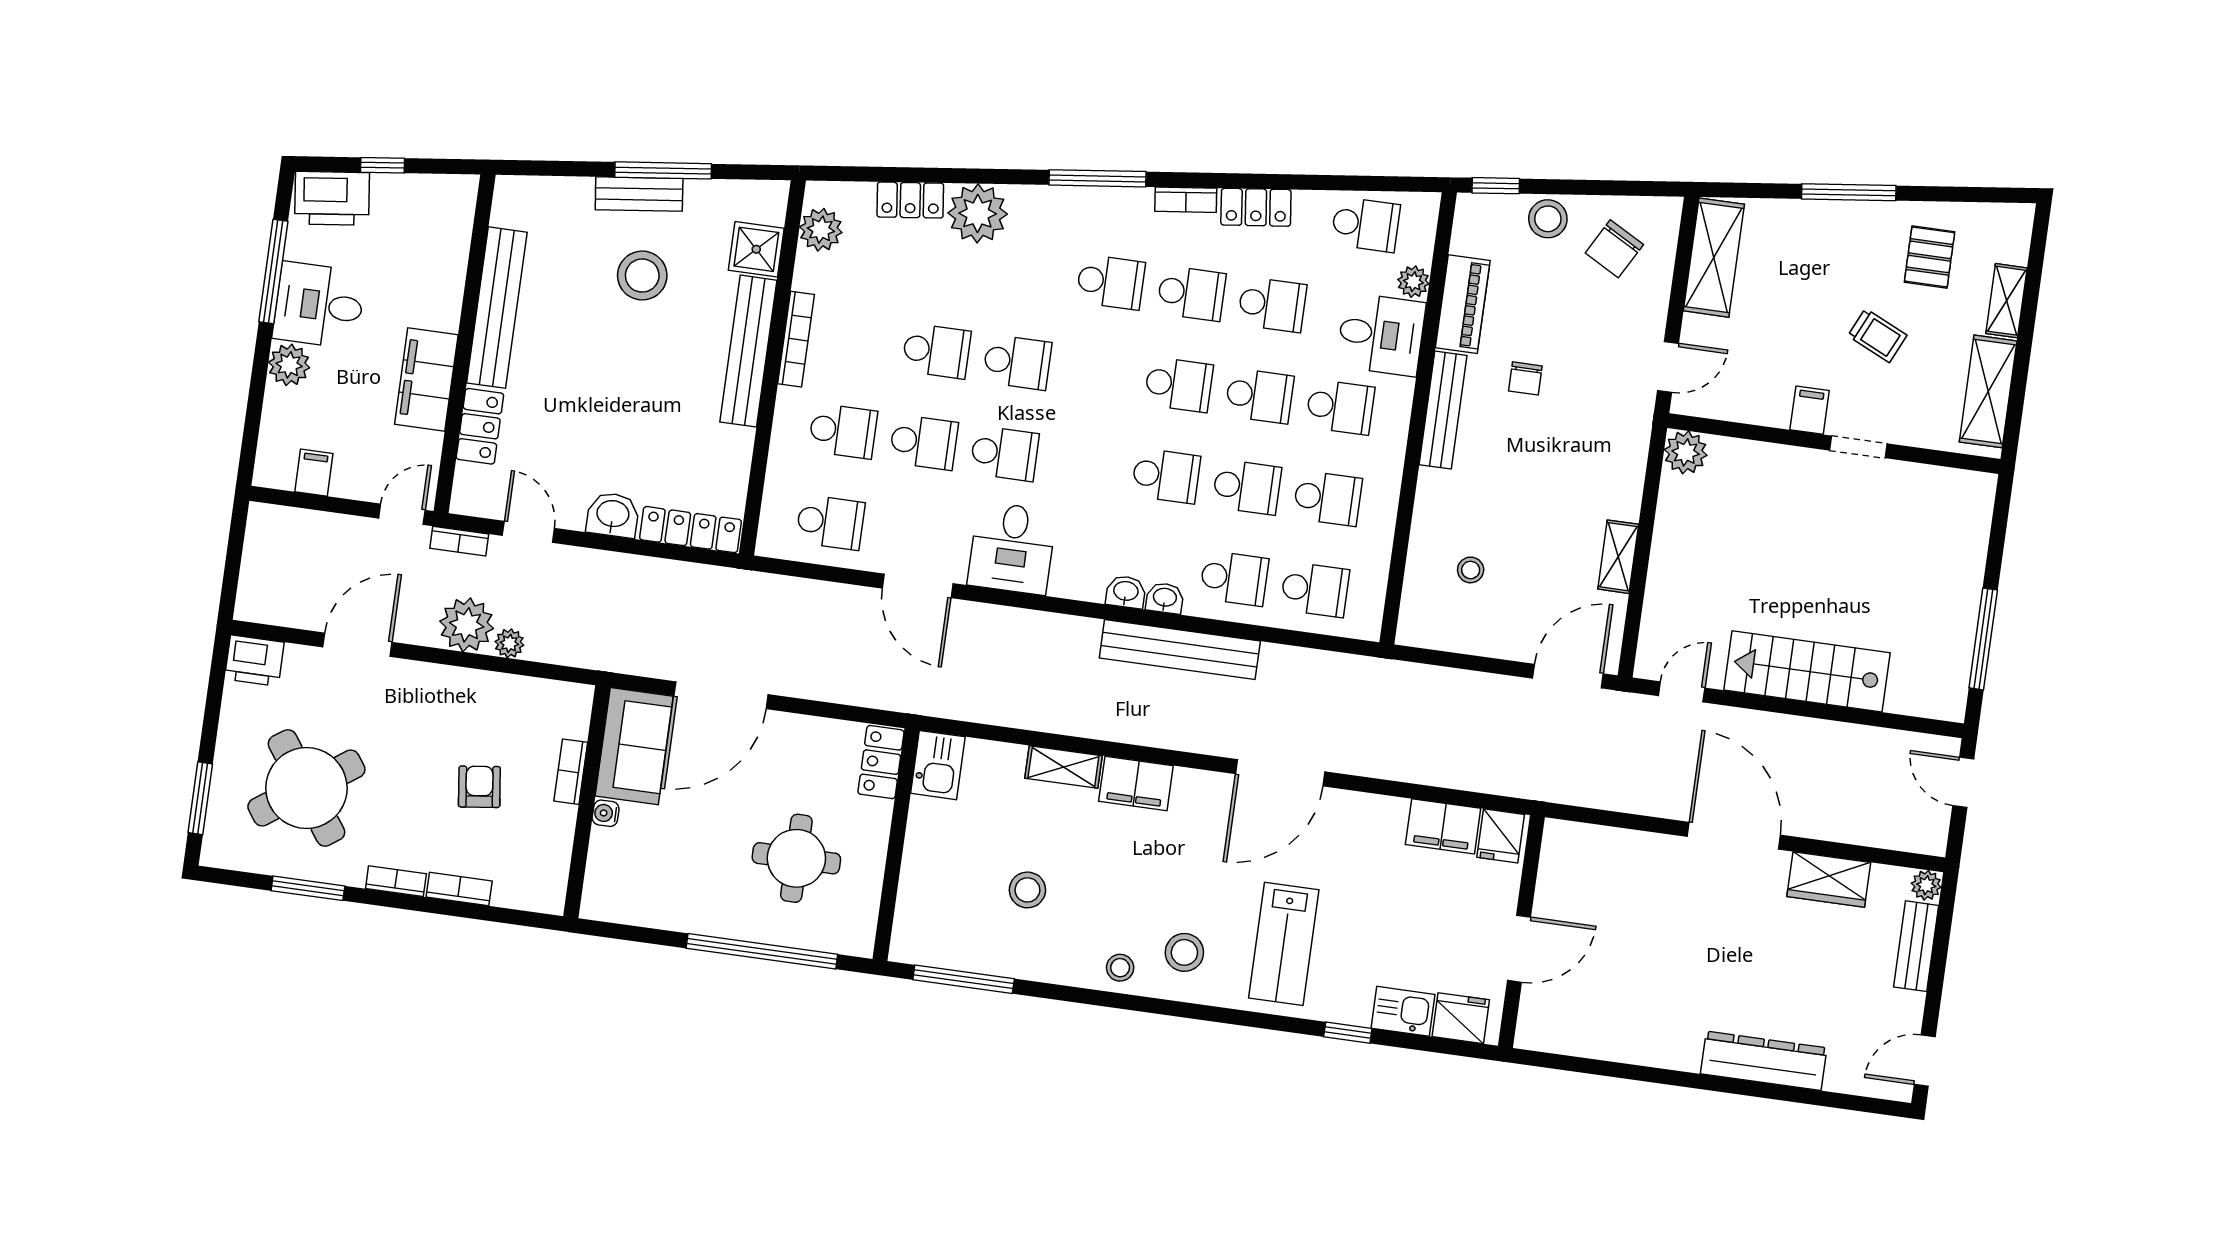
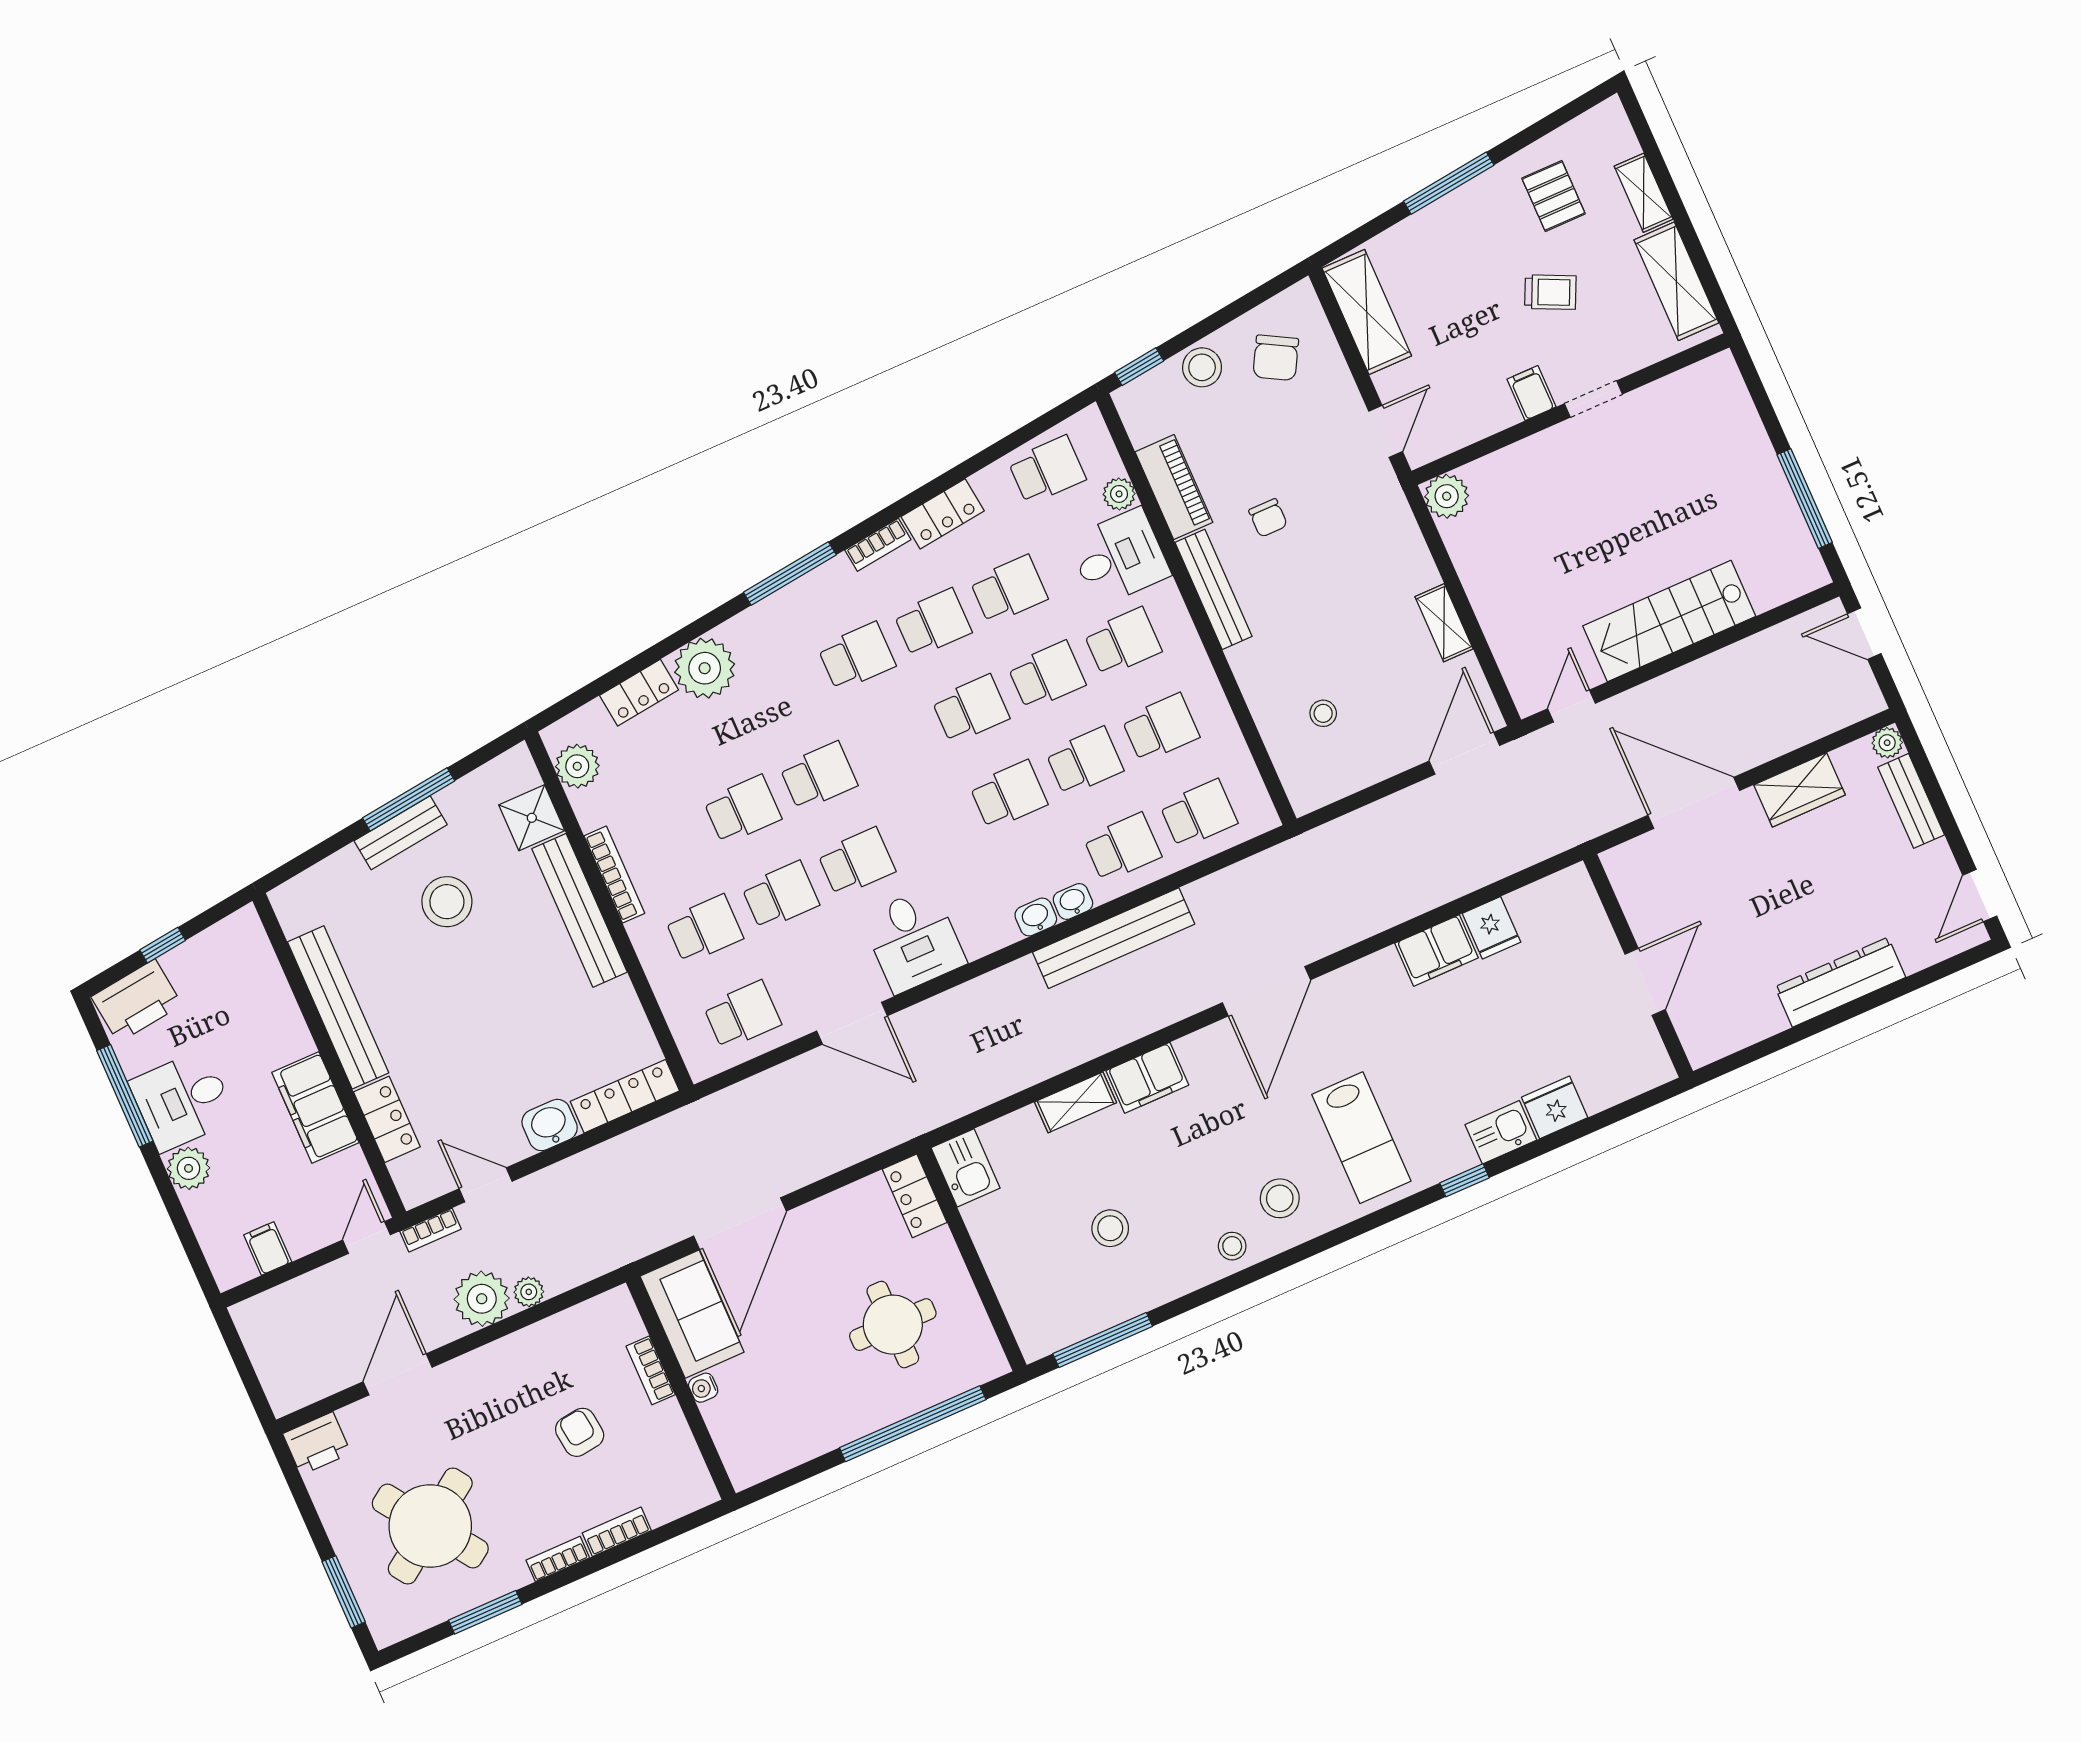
wall: (1521, 931) -> (1638, 966), moved
door: (1519, 949) -> (1645, 982), moved

